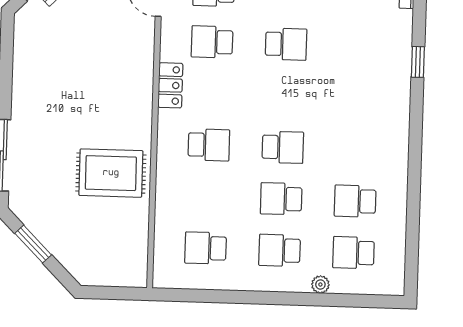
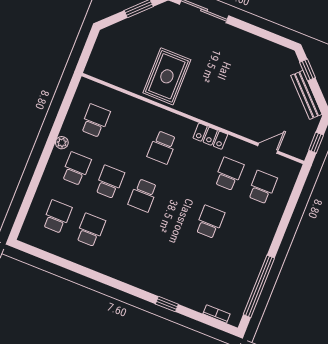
school desk: (286, 44) -> (210, 222), turned 180
plant: (320, 285) -> (62, 143), moved

